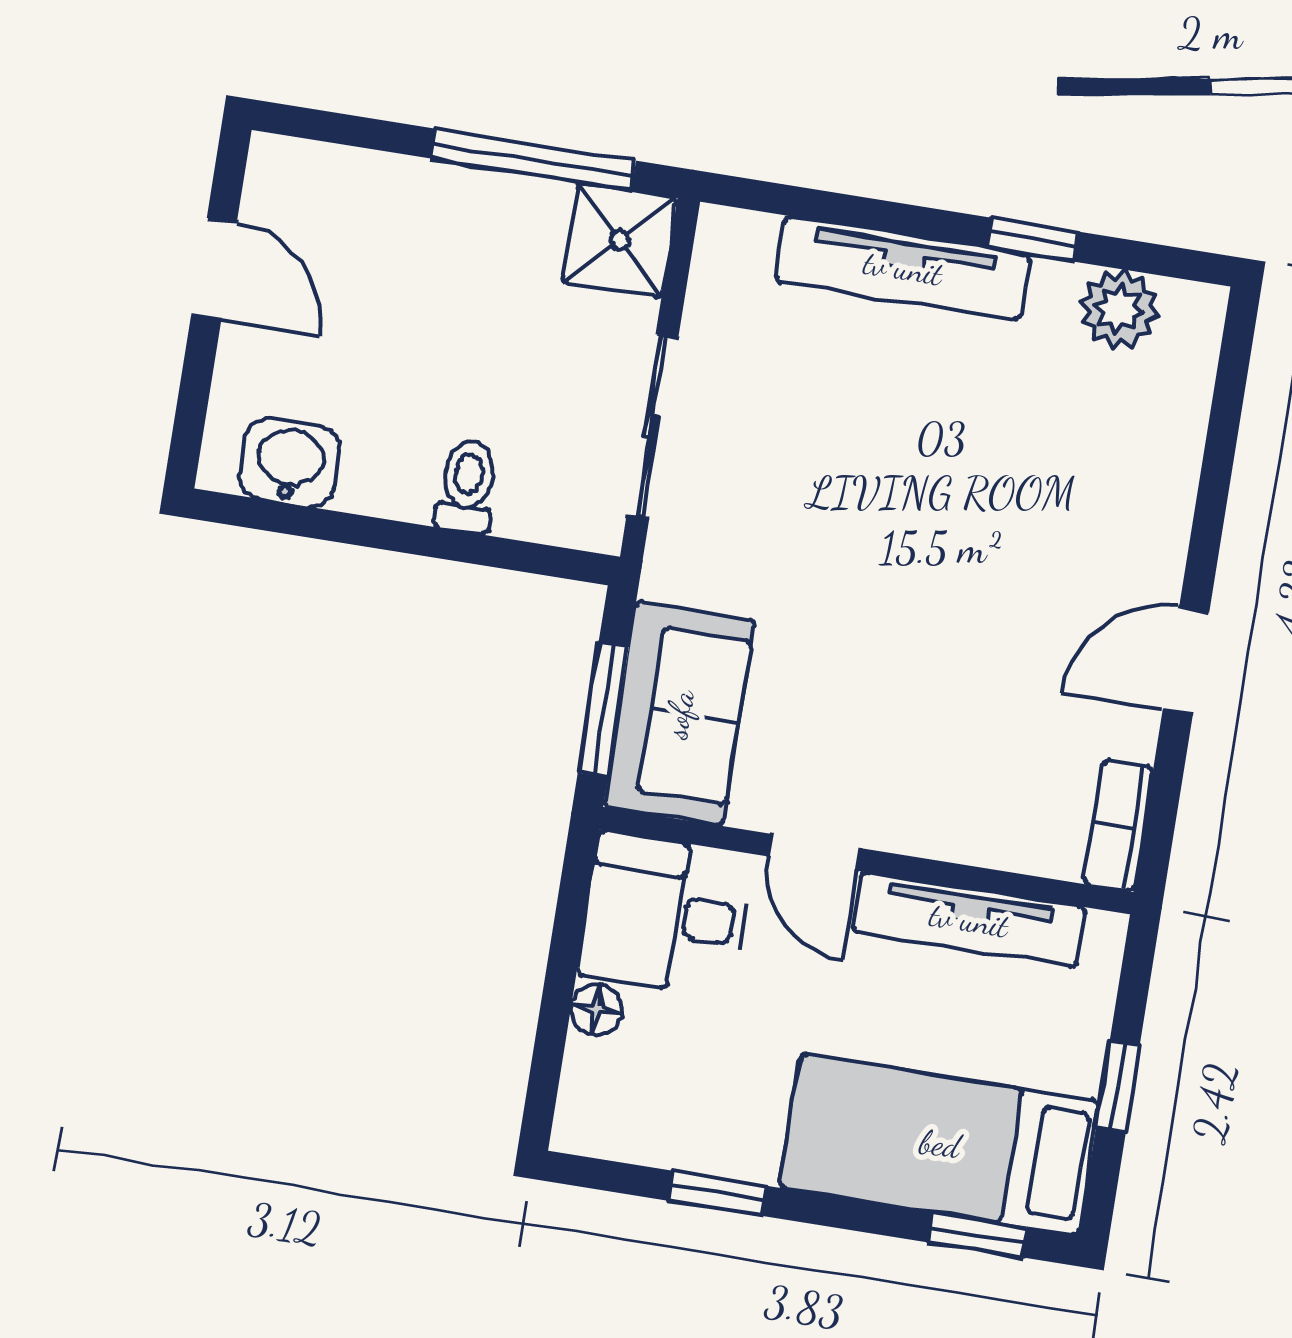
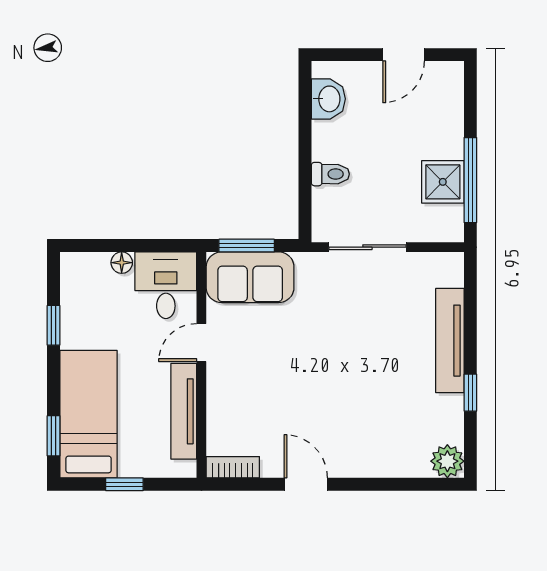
shower: (620, 240) -> (443, 182), moved
plant: (1119, 309) -> (447, 461), moved

